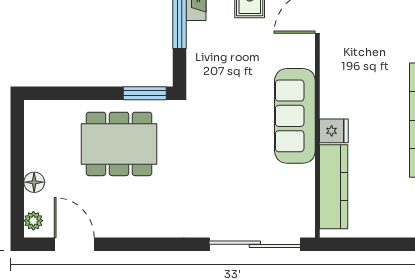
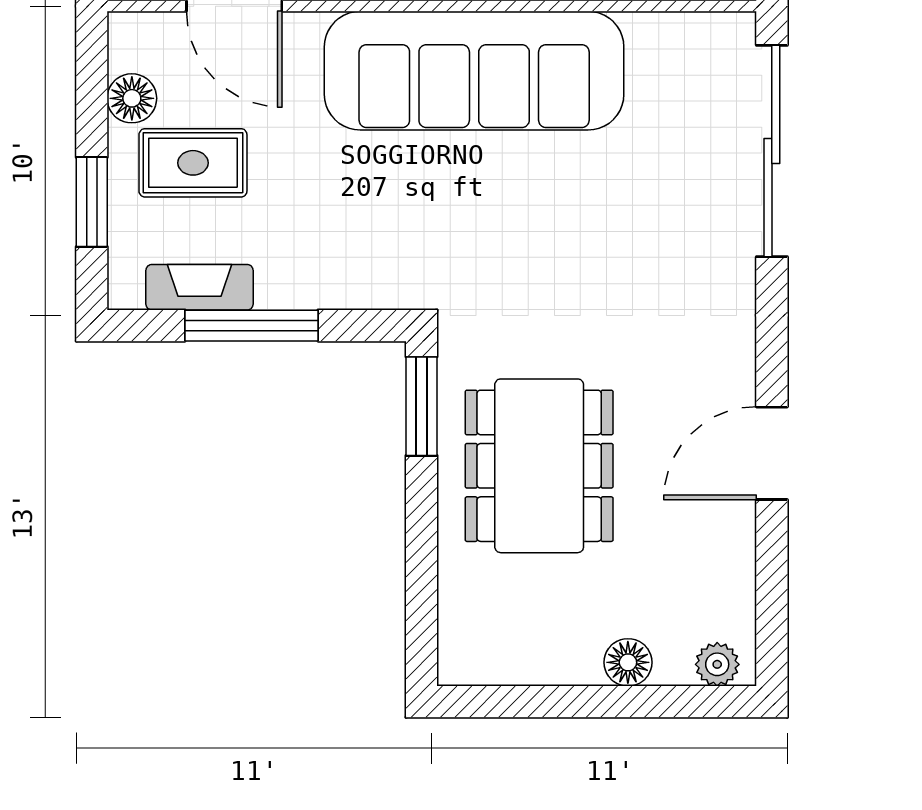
sofa: (295, 116) -> (474, 71), width x1.36, depth x1.27
door: (74, 244) -> (772, 453), moved

